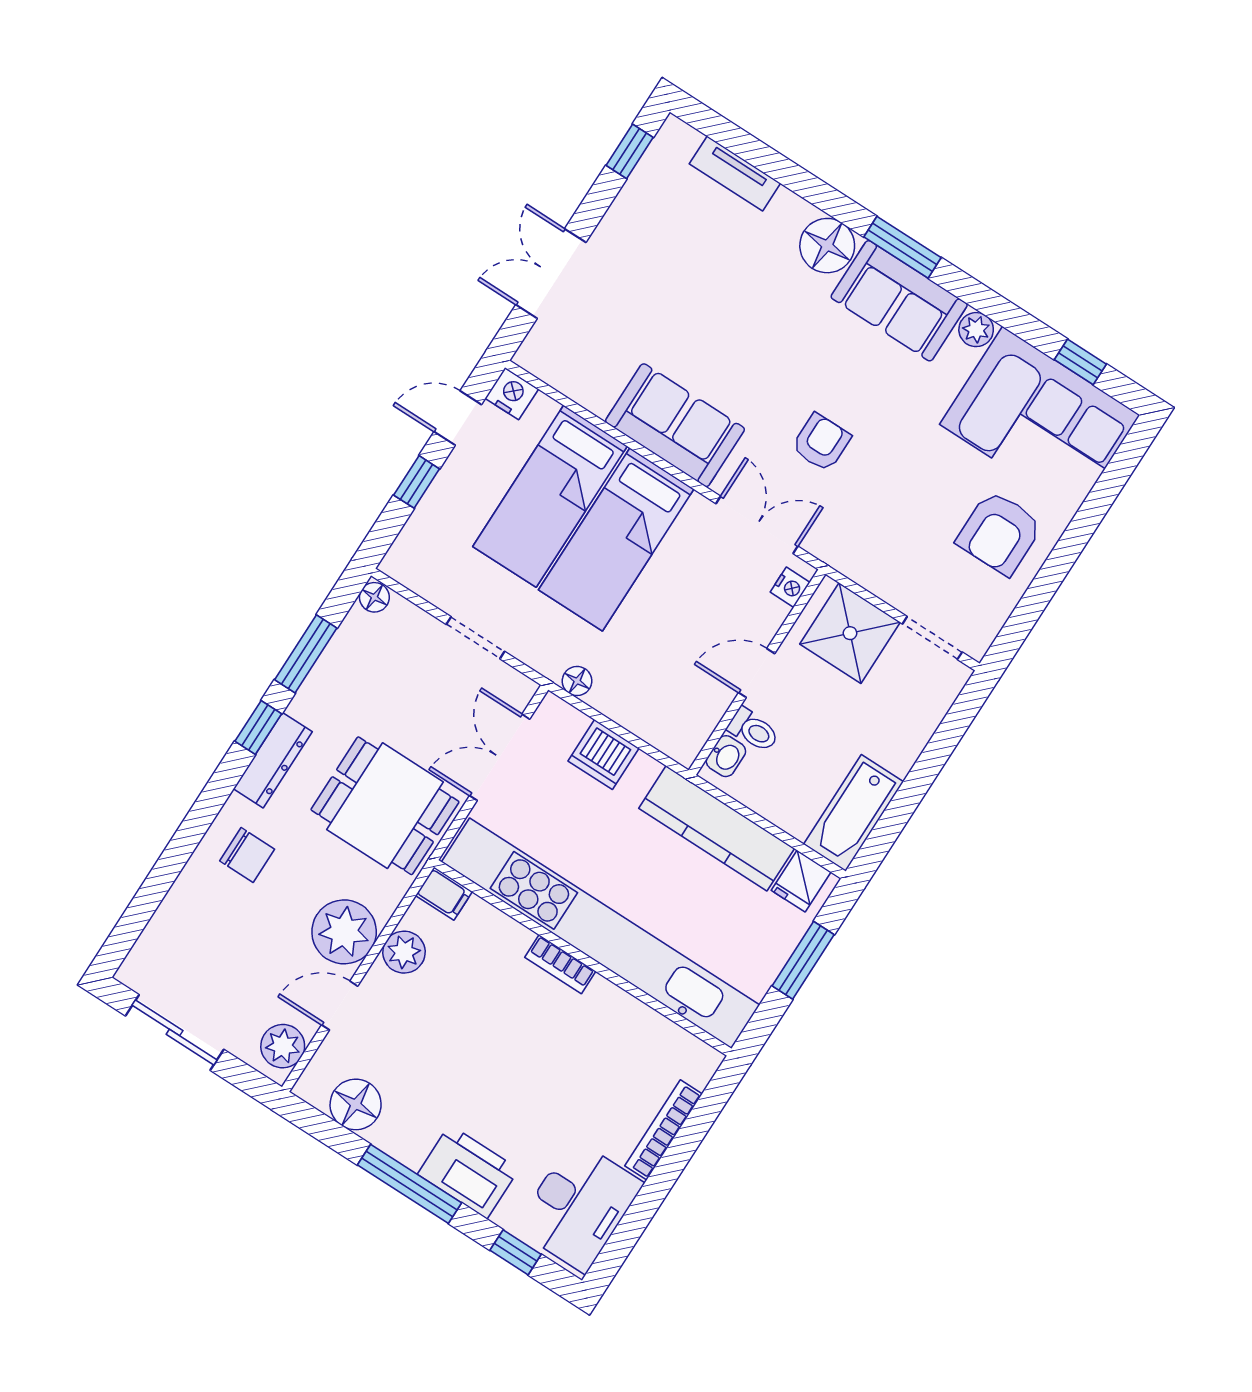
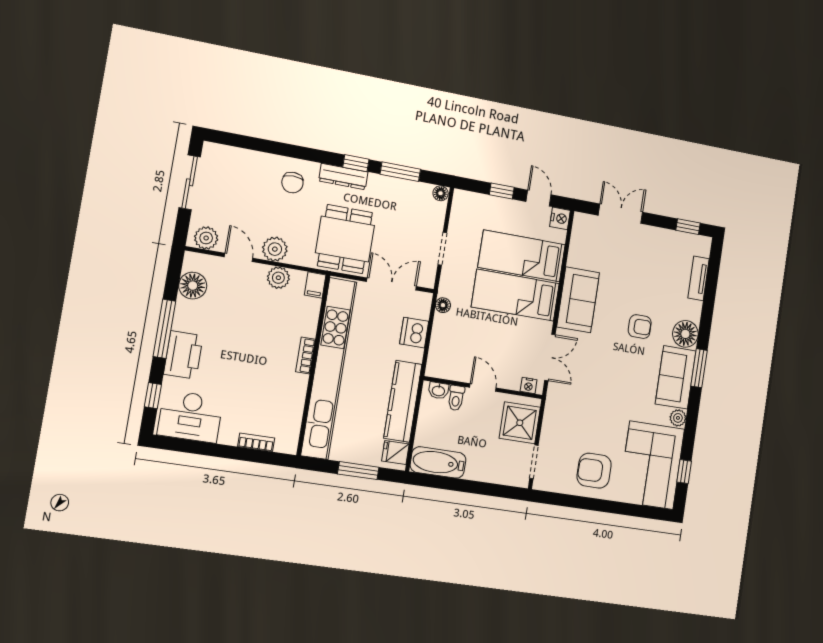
armchair: (821, 442) -> (640, 327), moved
plant: (344, 932) -> (275, 249), width x0.73, depth x0.73
bookcase: (664, 1130) -> (256, 442), width x0.64

